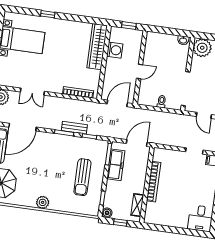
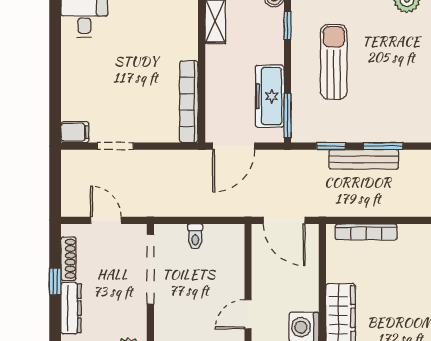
door: (140, 72) -> (248, 314), moved
door: (117, 103) -> (284, 220), hinge flipped
bench: (74, 128) -> (364, 159), width x1.36
bookcase: (154, 182) -> (189, 102), moved

